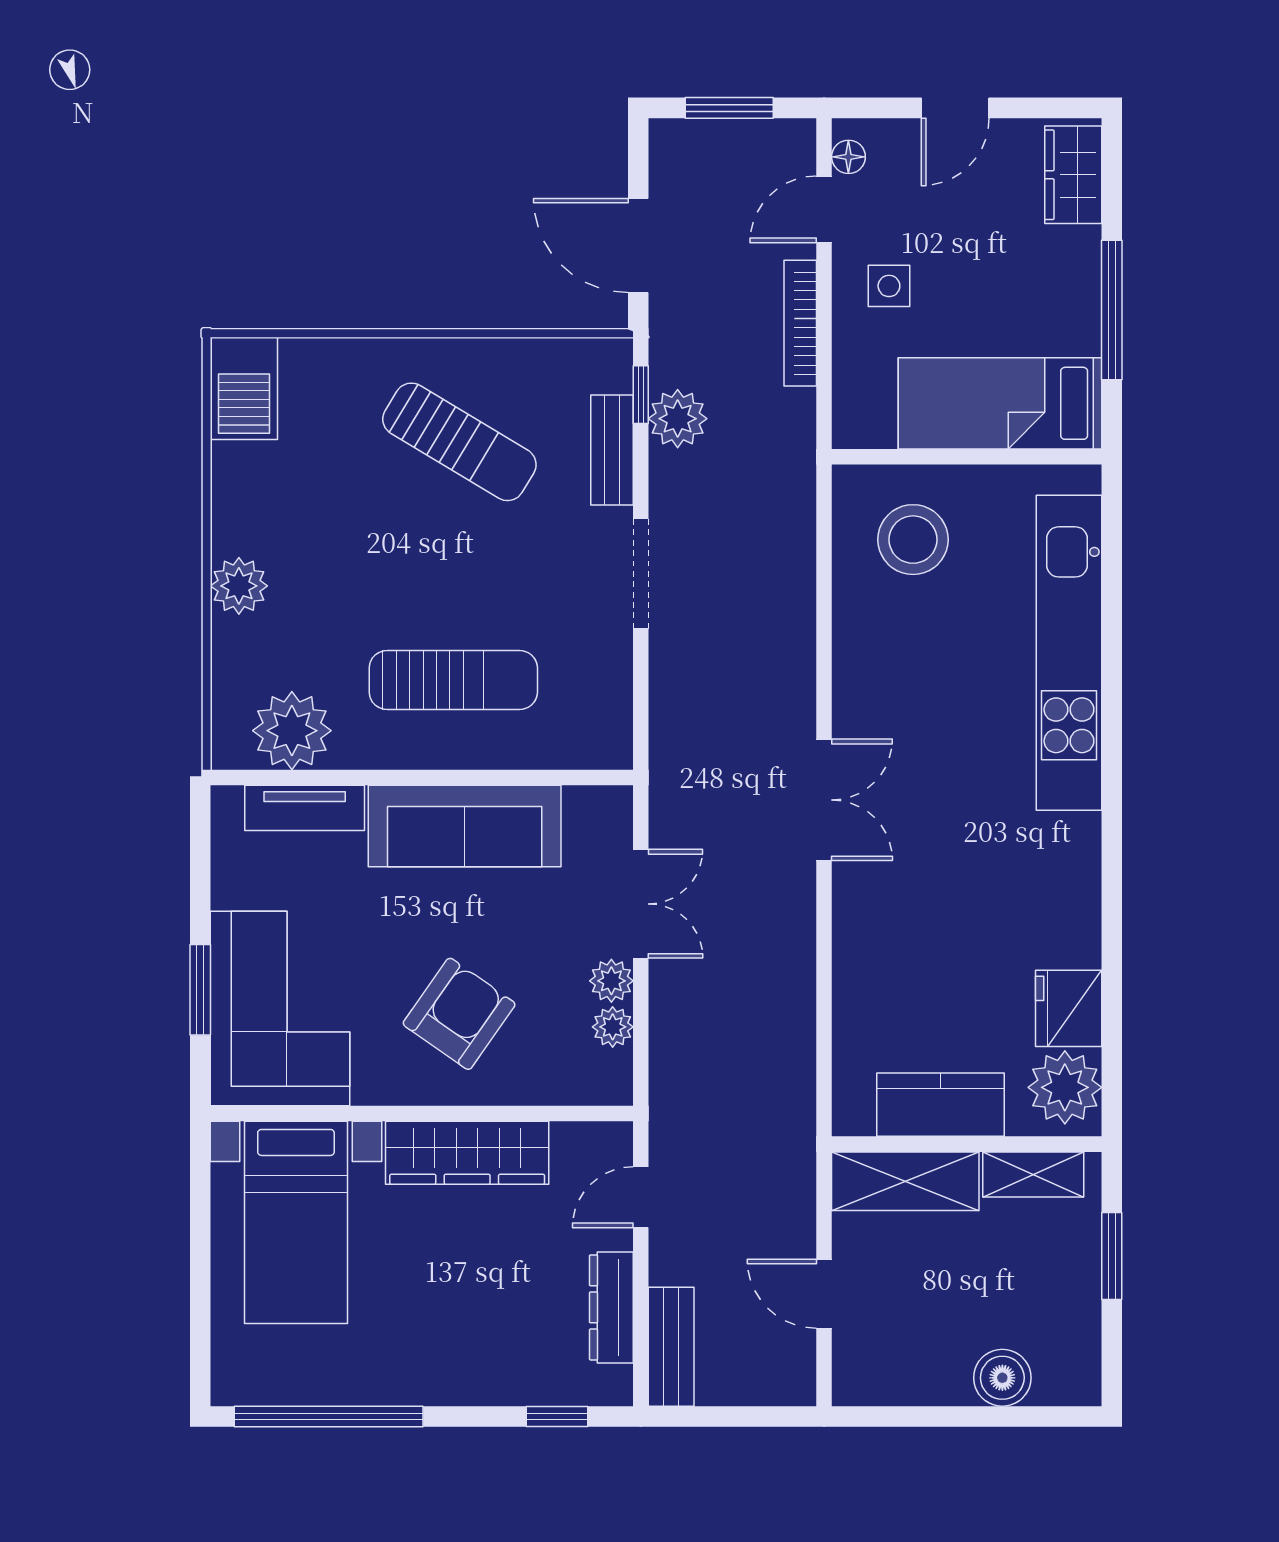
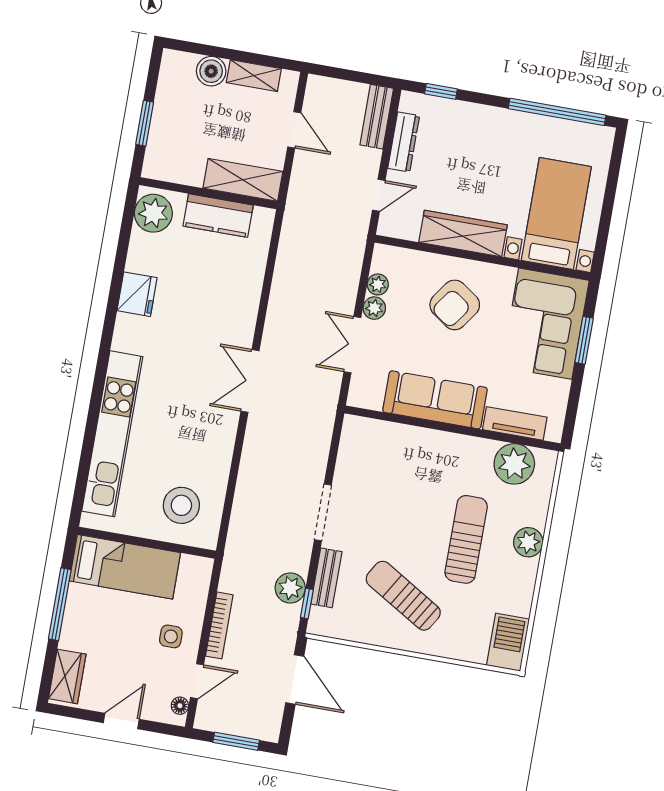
sun lounger: (453, 680) -> (466, 539), moved, turned 90
fridge: (1069, 1008) -> (137, 294), moved
shelving: (1033, 1174) -> (254, 76), moved

